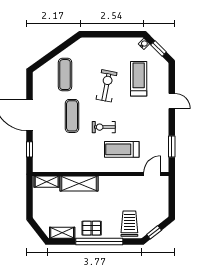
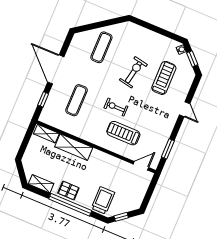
exercise mat: (72, 116) -> (76, 100), moved

